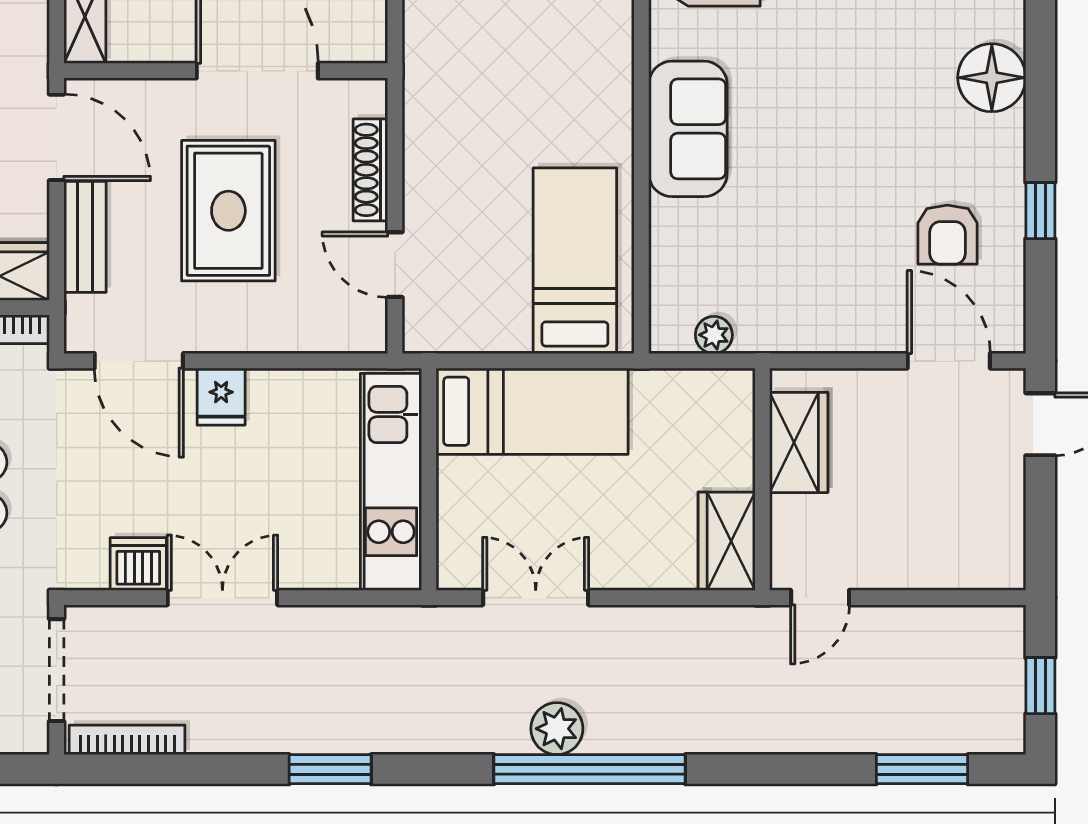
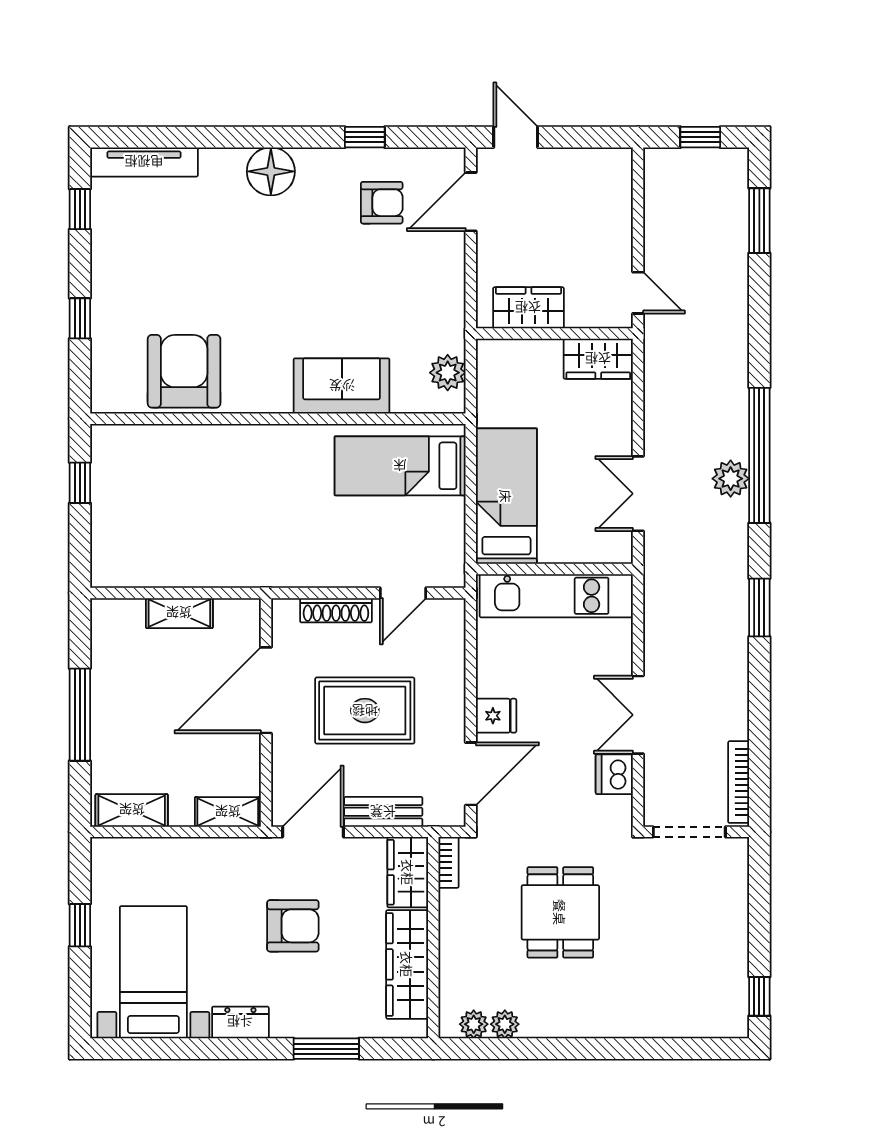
sofa: (688, 129) -> (342, 386), moved
plant: (714, 335) -> (448, 373), width x1.38, depth x1.38
window: (330, 769) -> (759, 608), moved

